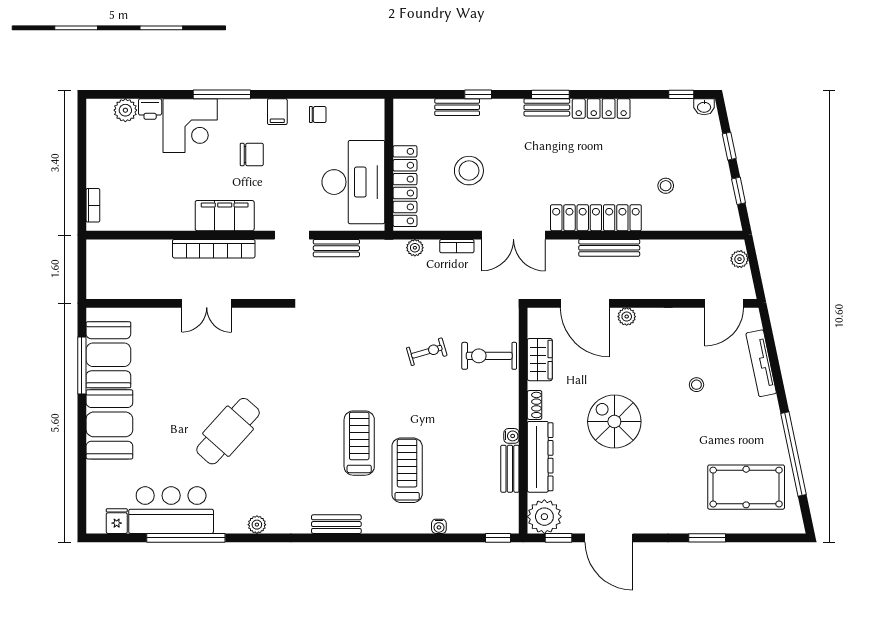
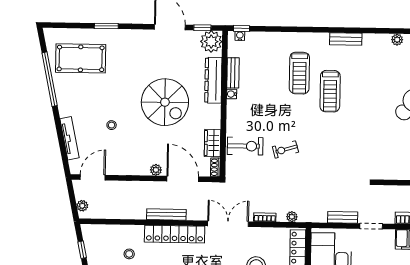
shoe rack: (535, 405) -> (215, 167), moved
spiral stairs: (614, 422) -> (165, 102), width x1.37, depth x1.37
water cooler: (439, 526) -> (240, 36), moved

